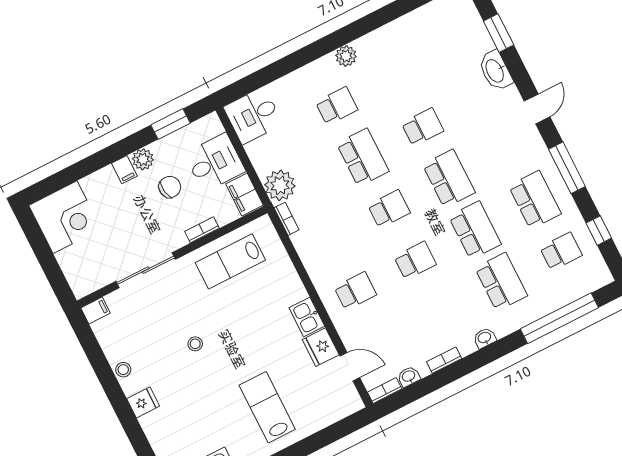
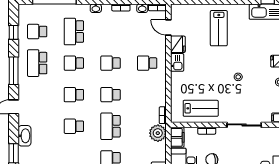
school desk: (449, 179) -> (74, 95), width x0.54
school desk: (475, 230) -> (74, 63), width x0.54

